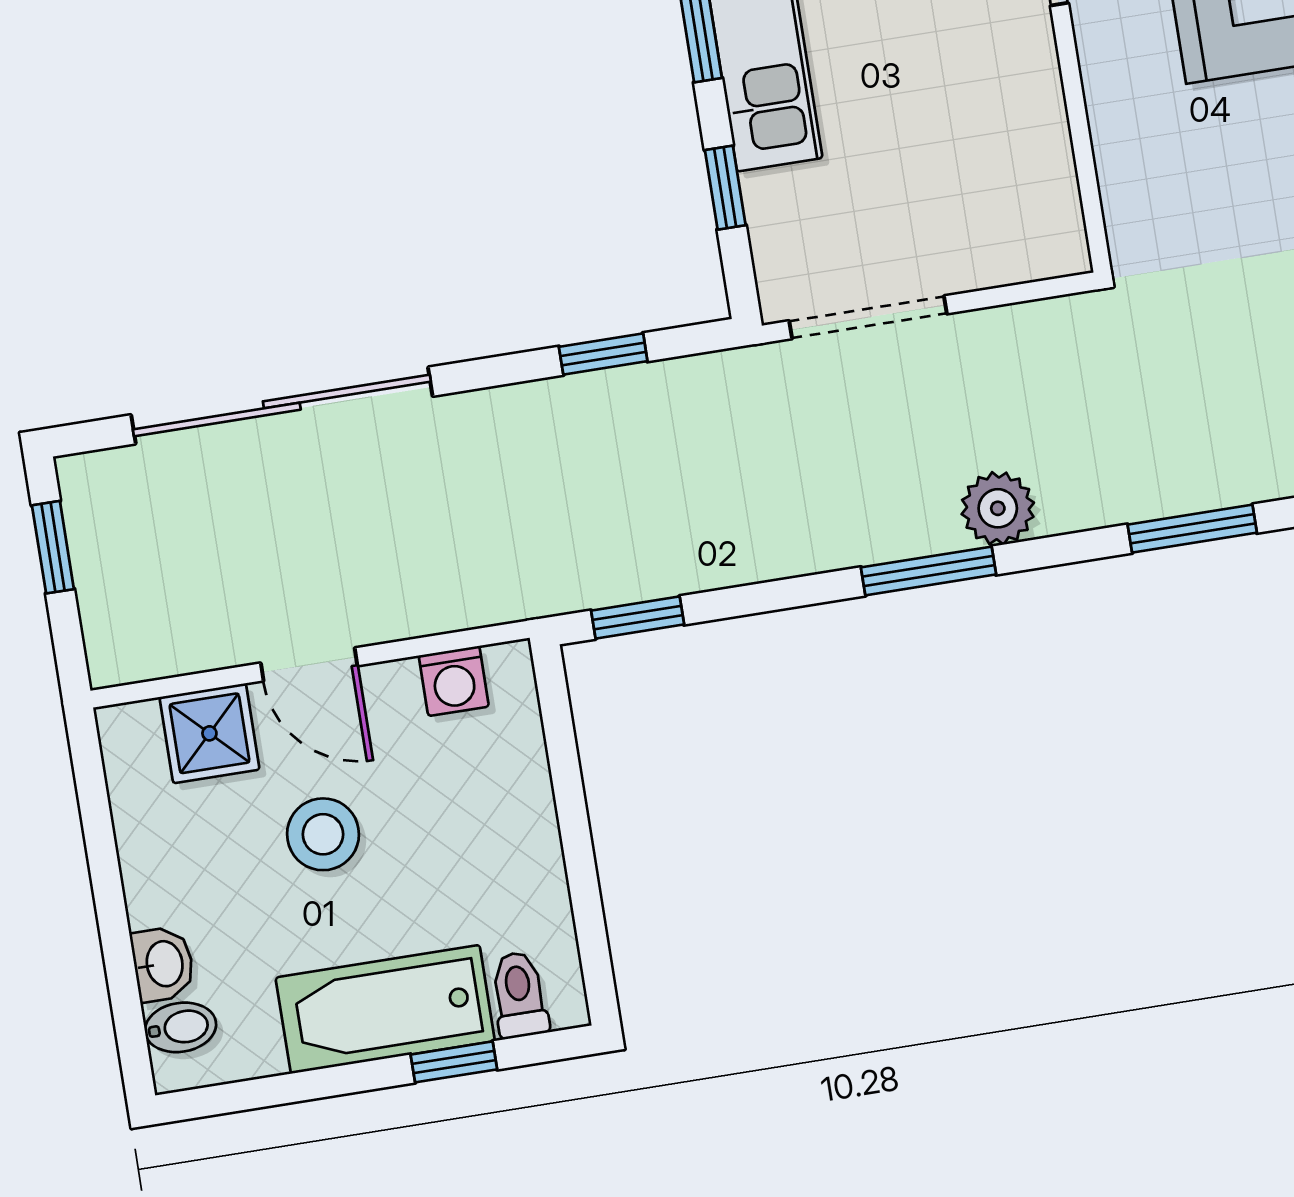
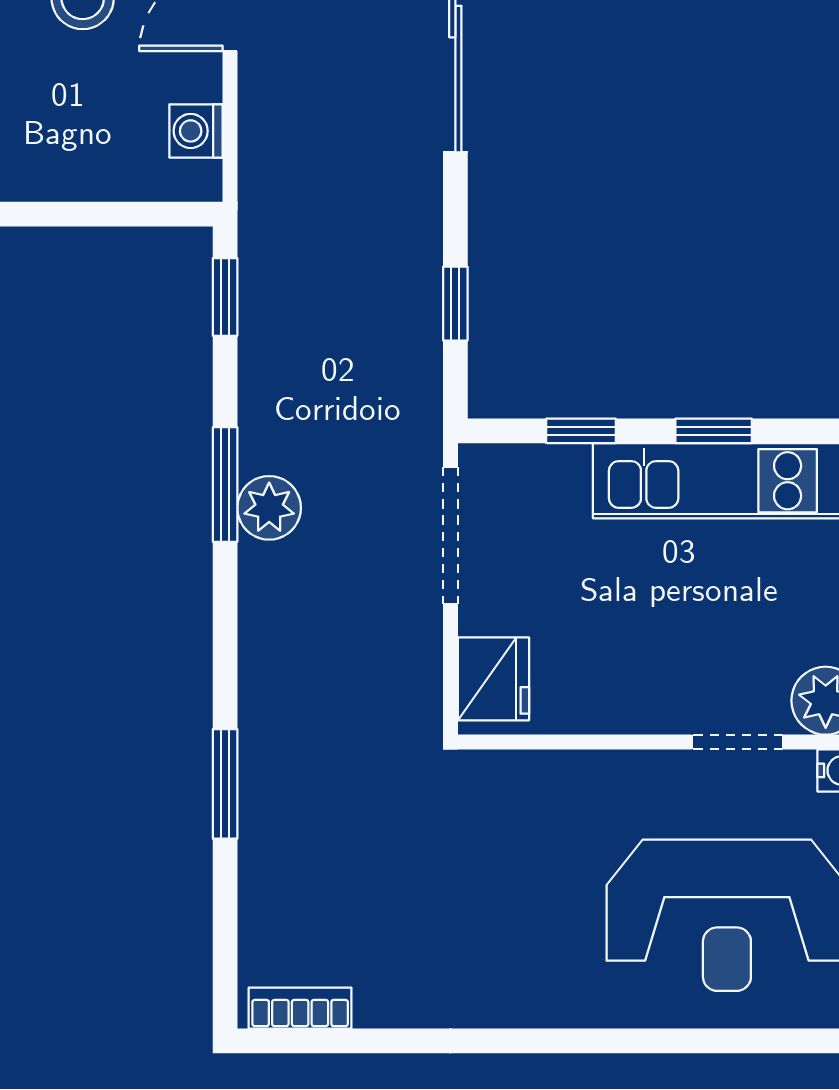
fridge: (1024, 242) -> (493, 679), added
plant: (998, 508) -> (269, 508), moved
window: (929, 571) -> (225, 485), moved

